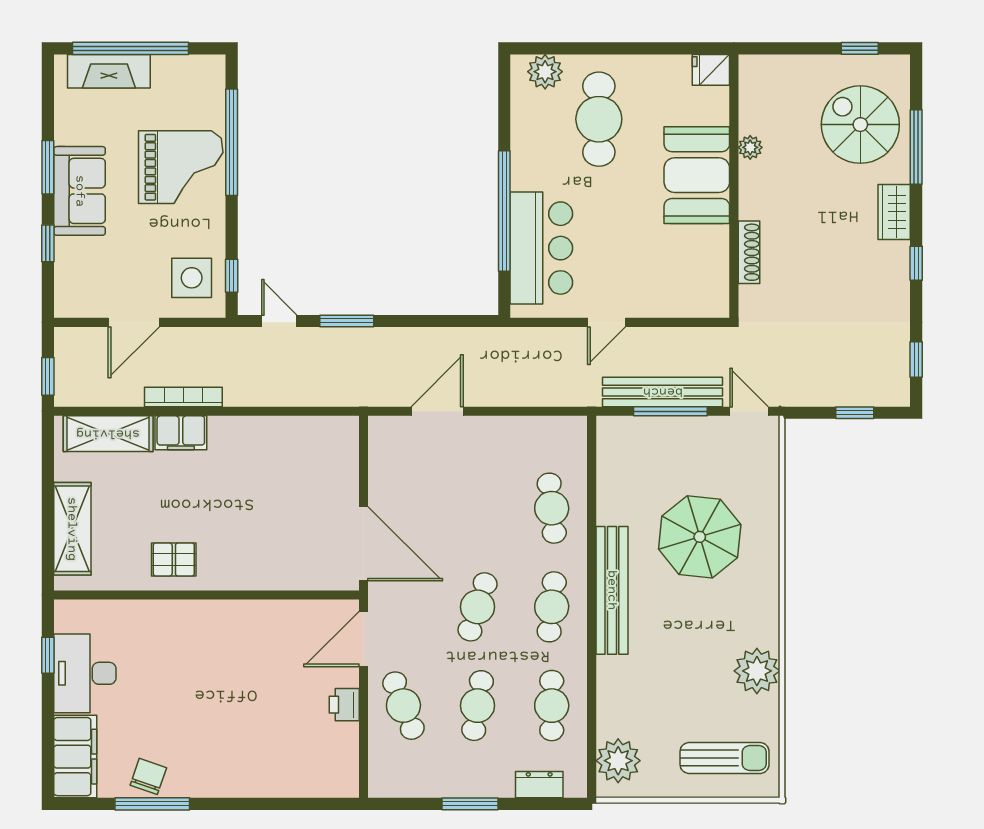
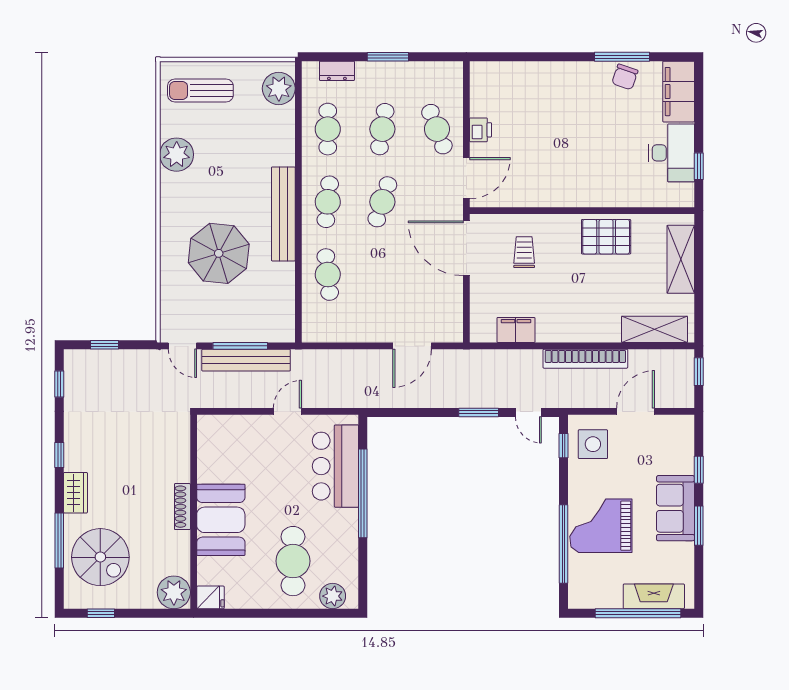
plant: (750, 147) -> (174, 592), moved, width x1.88, depth x1.88
shoe rack: (749, 252) -> (182, 507), moved
bookcase: (183, 397) -> (585, 359), width x1.48, depth x1.31
filing cabinet: (181, 433) -> (516, 330), moved
trolley: (285, 538) -> (524, 252), added
pallet: (174, 560) -> (606, 237), width x1.50, depth x1.42

